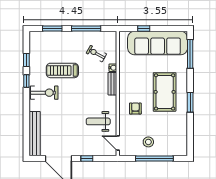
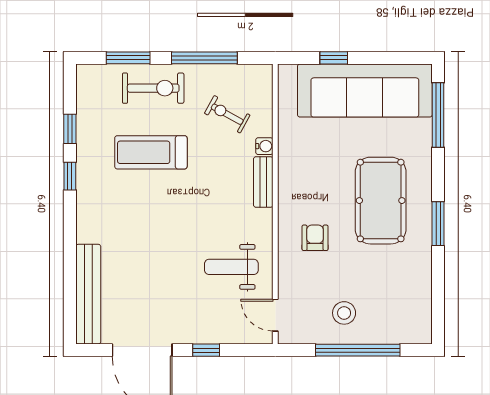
exercise bike: (44, 93) -> (153, 88), moved

